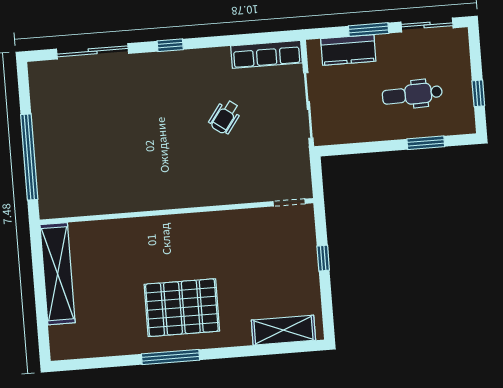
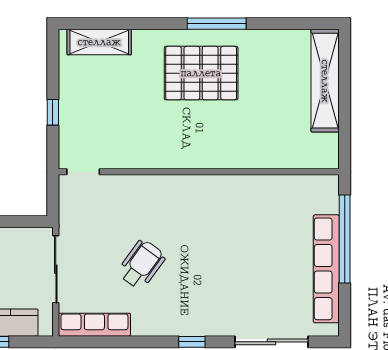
wheelchair: (225, 117) -> (142, 264), width x1.36, depth x1.37
row of seats: (45, 127) -> (326, 269), added
shelving: (58, 274) -> (325, 81), moved

